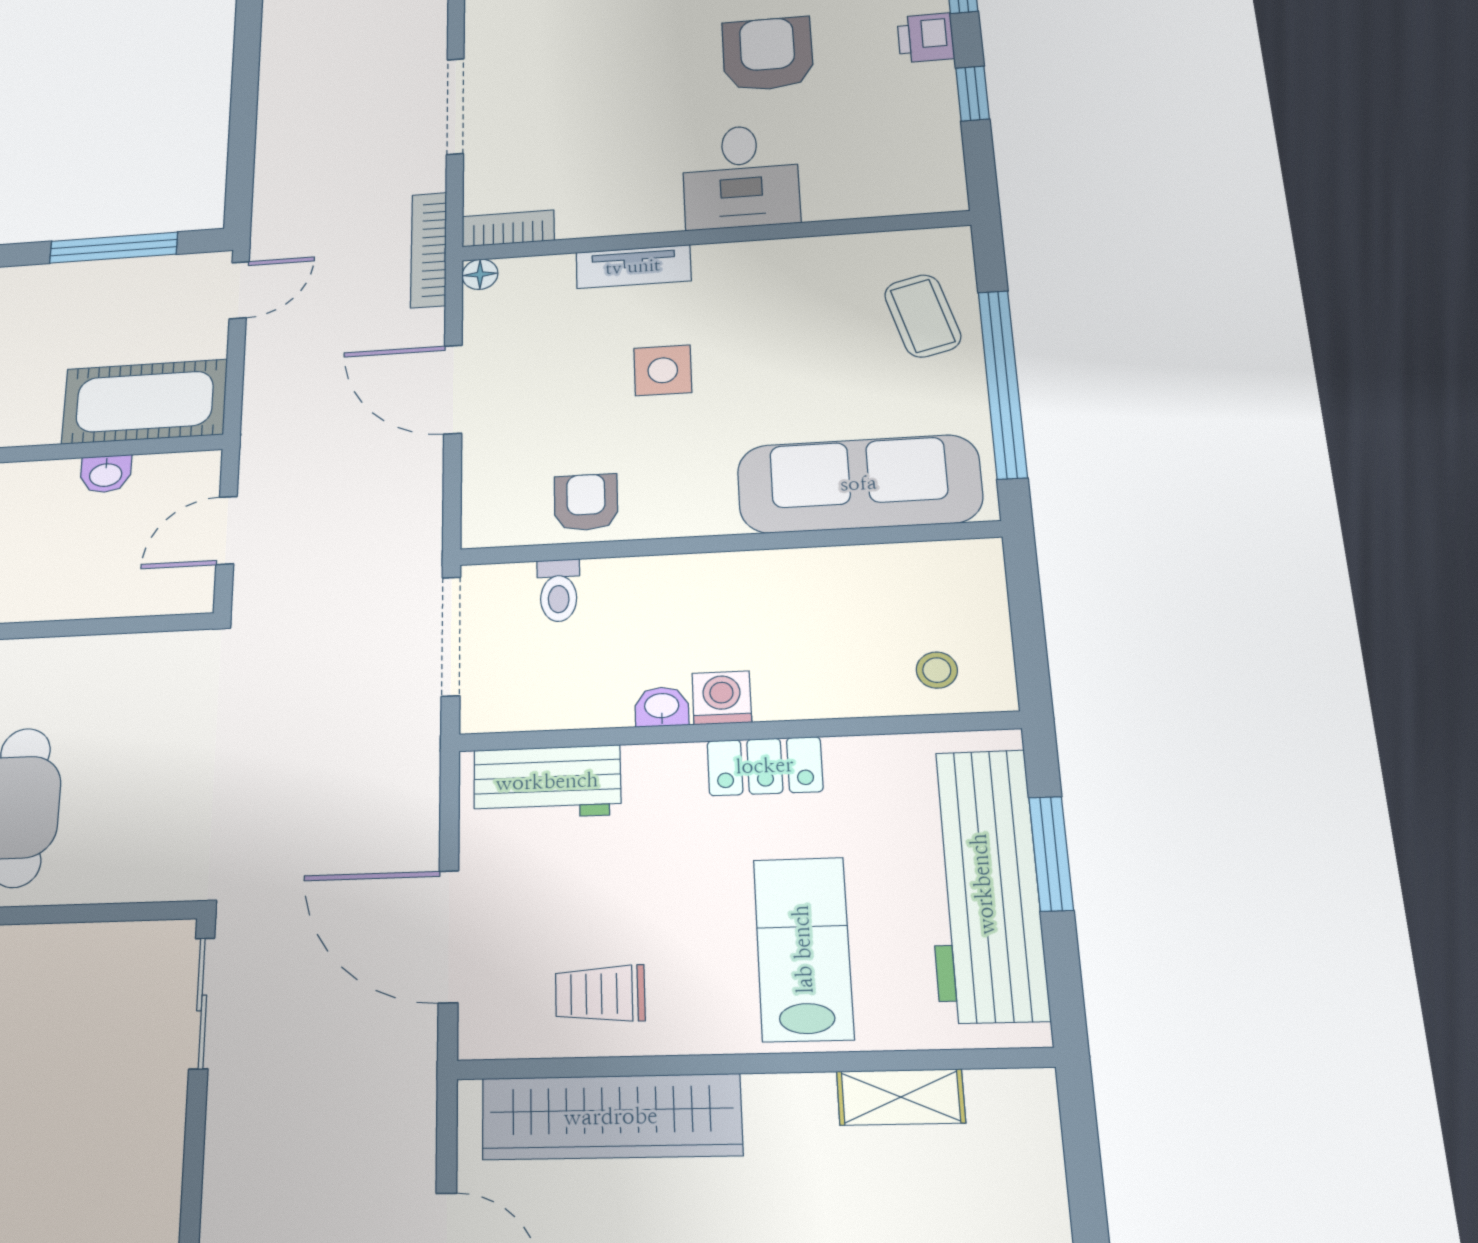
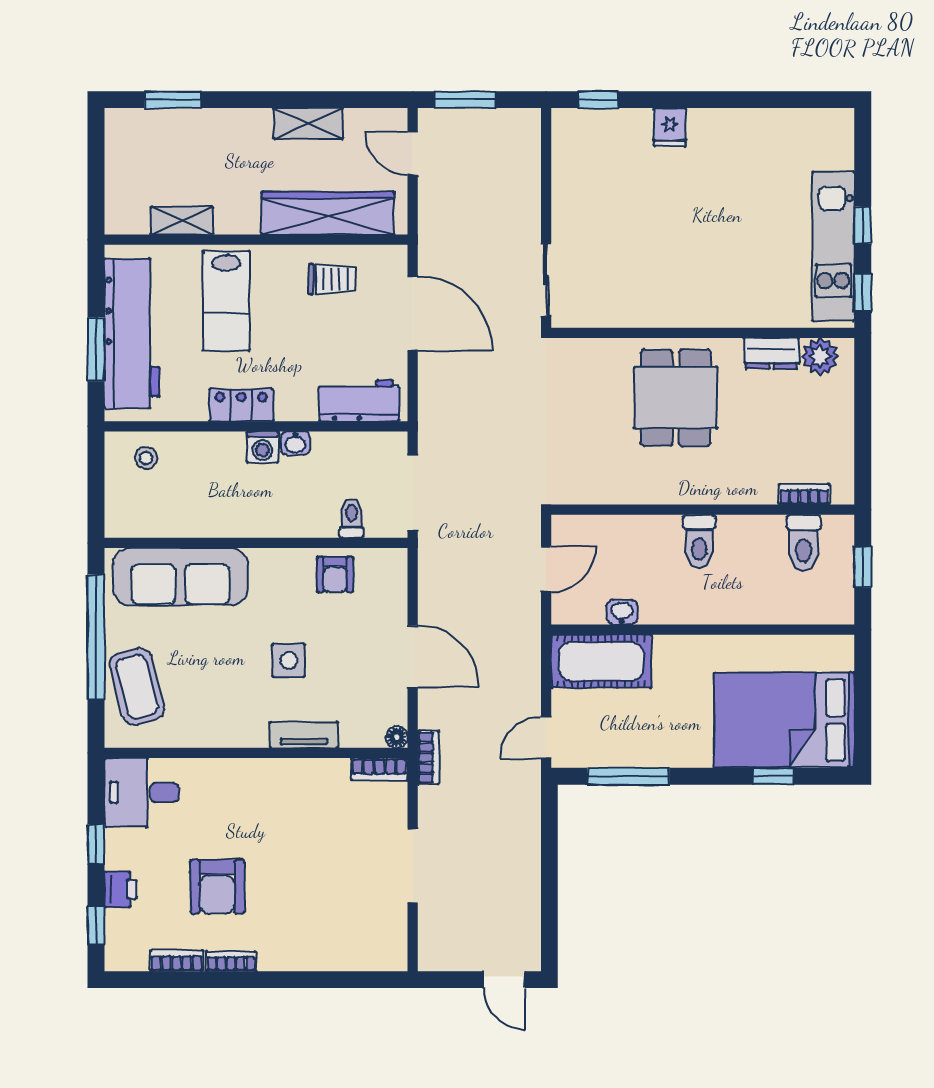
desk: (741, 177) -> (142, 792), moved, turned -90
bookcase: (429, 250) -> (428, 758), width x0.64
coffee table: (923, 316) -> (137, 686), width x1.36, depth x1.30

